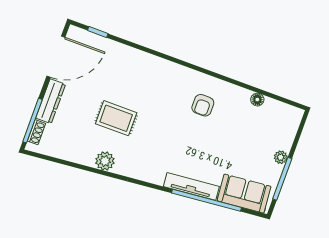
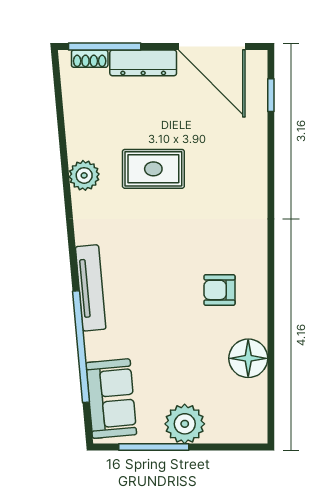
floor lamp: (257, 100) -> (248, 358), width x1.89, depth x1.89
rug: (116, 118) -> (153, 169), turned 90
plant: (281, 157) -> (185, 424), width x1.87, depth x1.87
tv unit: (191, 186) -> (91, 288), moved

